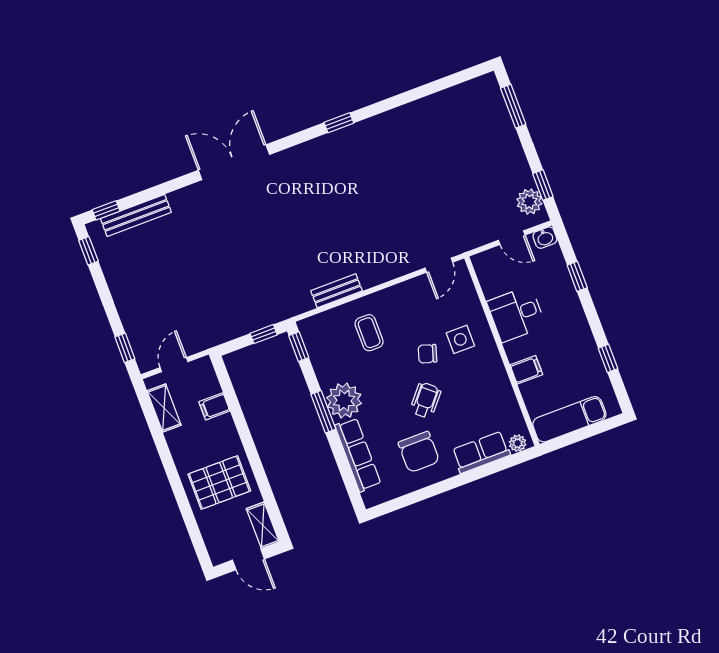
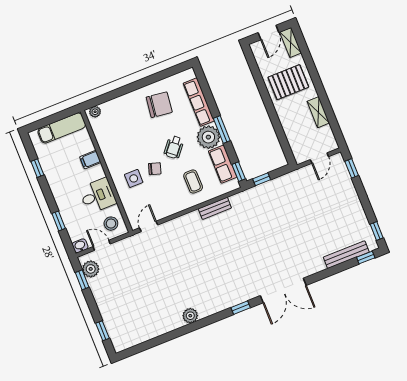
window: (513, 106) -> (102, 331), width x0.67
window: (339, 123) -> (241, 308), moved
plant: (378, 127) -> (190, 316), added
stool: (497, 271) -> (111, 224), added
wheelchair: (425, 400) -> (174, 147), moved
filing cabinet: (214, 406) -> (293, 132), removed
shelving: (164, 408) -> (318, 112), moved
chair: (419, 452) -> (159, 105), turned 97
row of seats: (481, 452) -> (223, 164), moved, turned 90
shelving: (263, 525) -> (291, 42), moved
door: (248, 560) -> (268, 32), swing flipped

